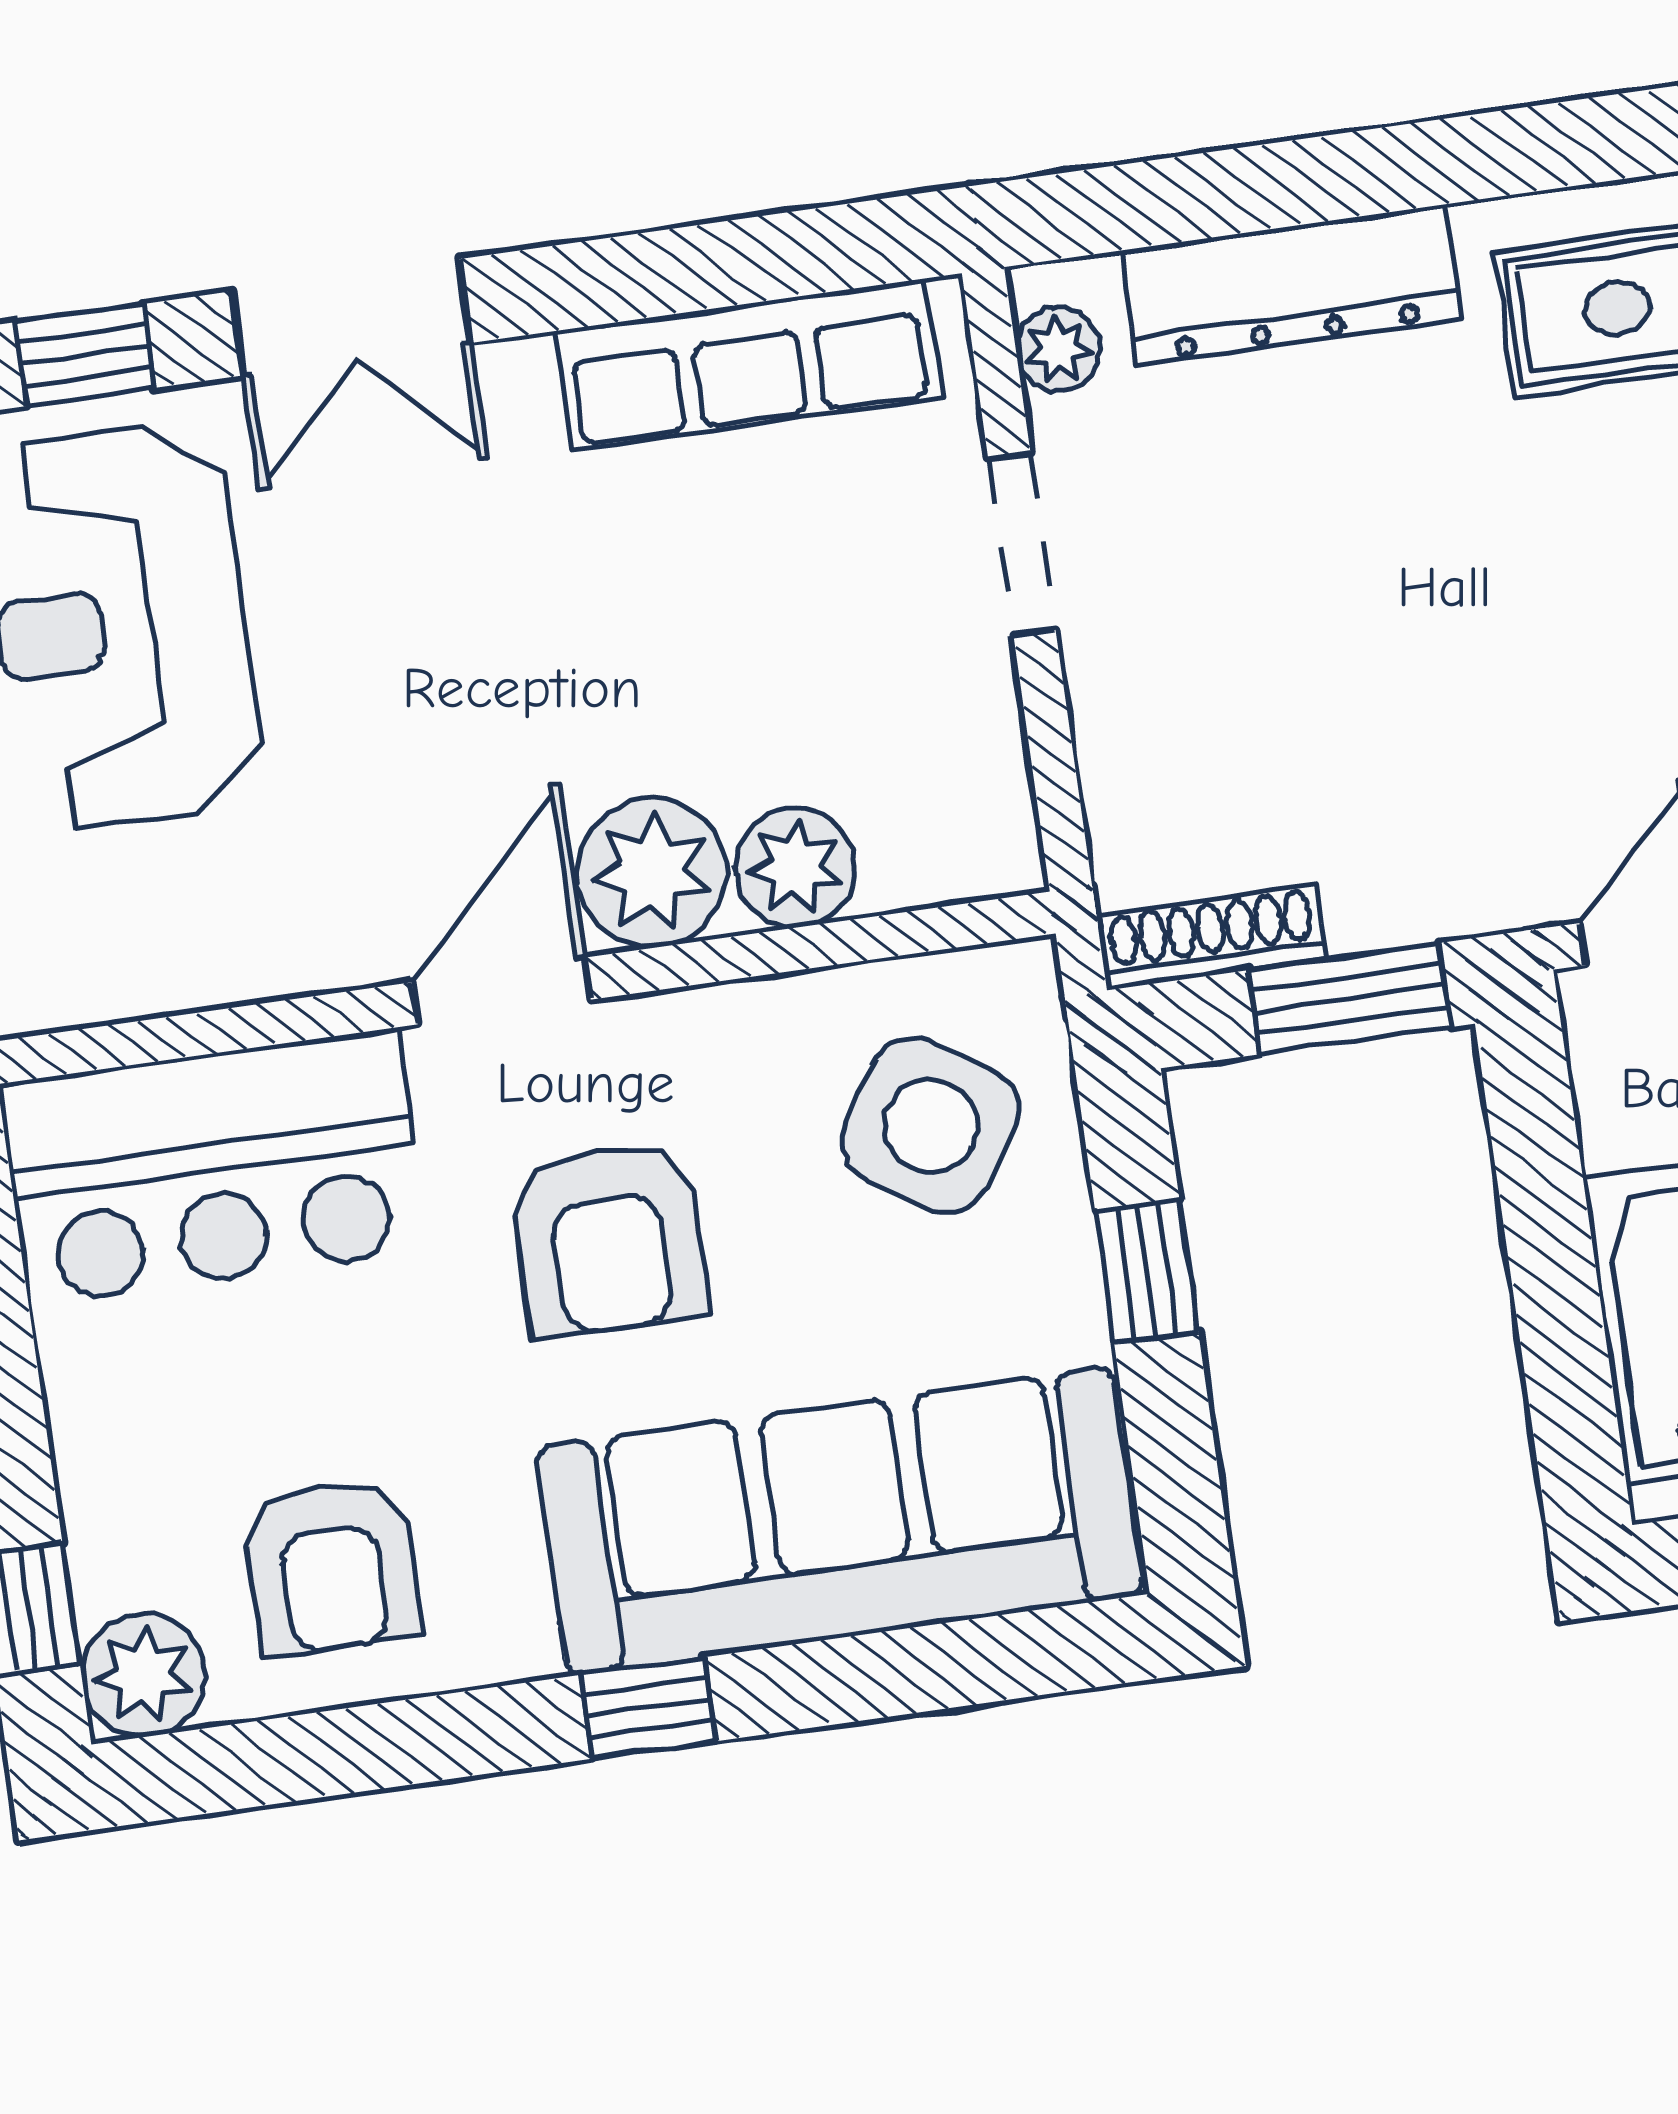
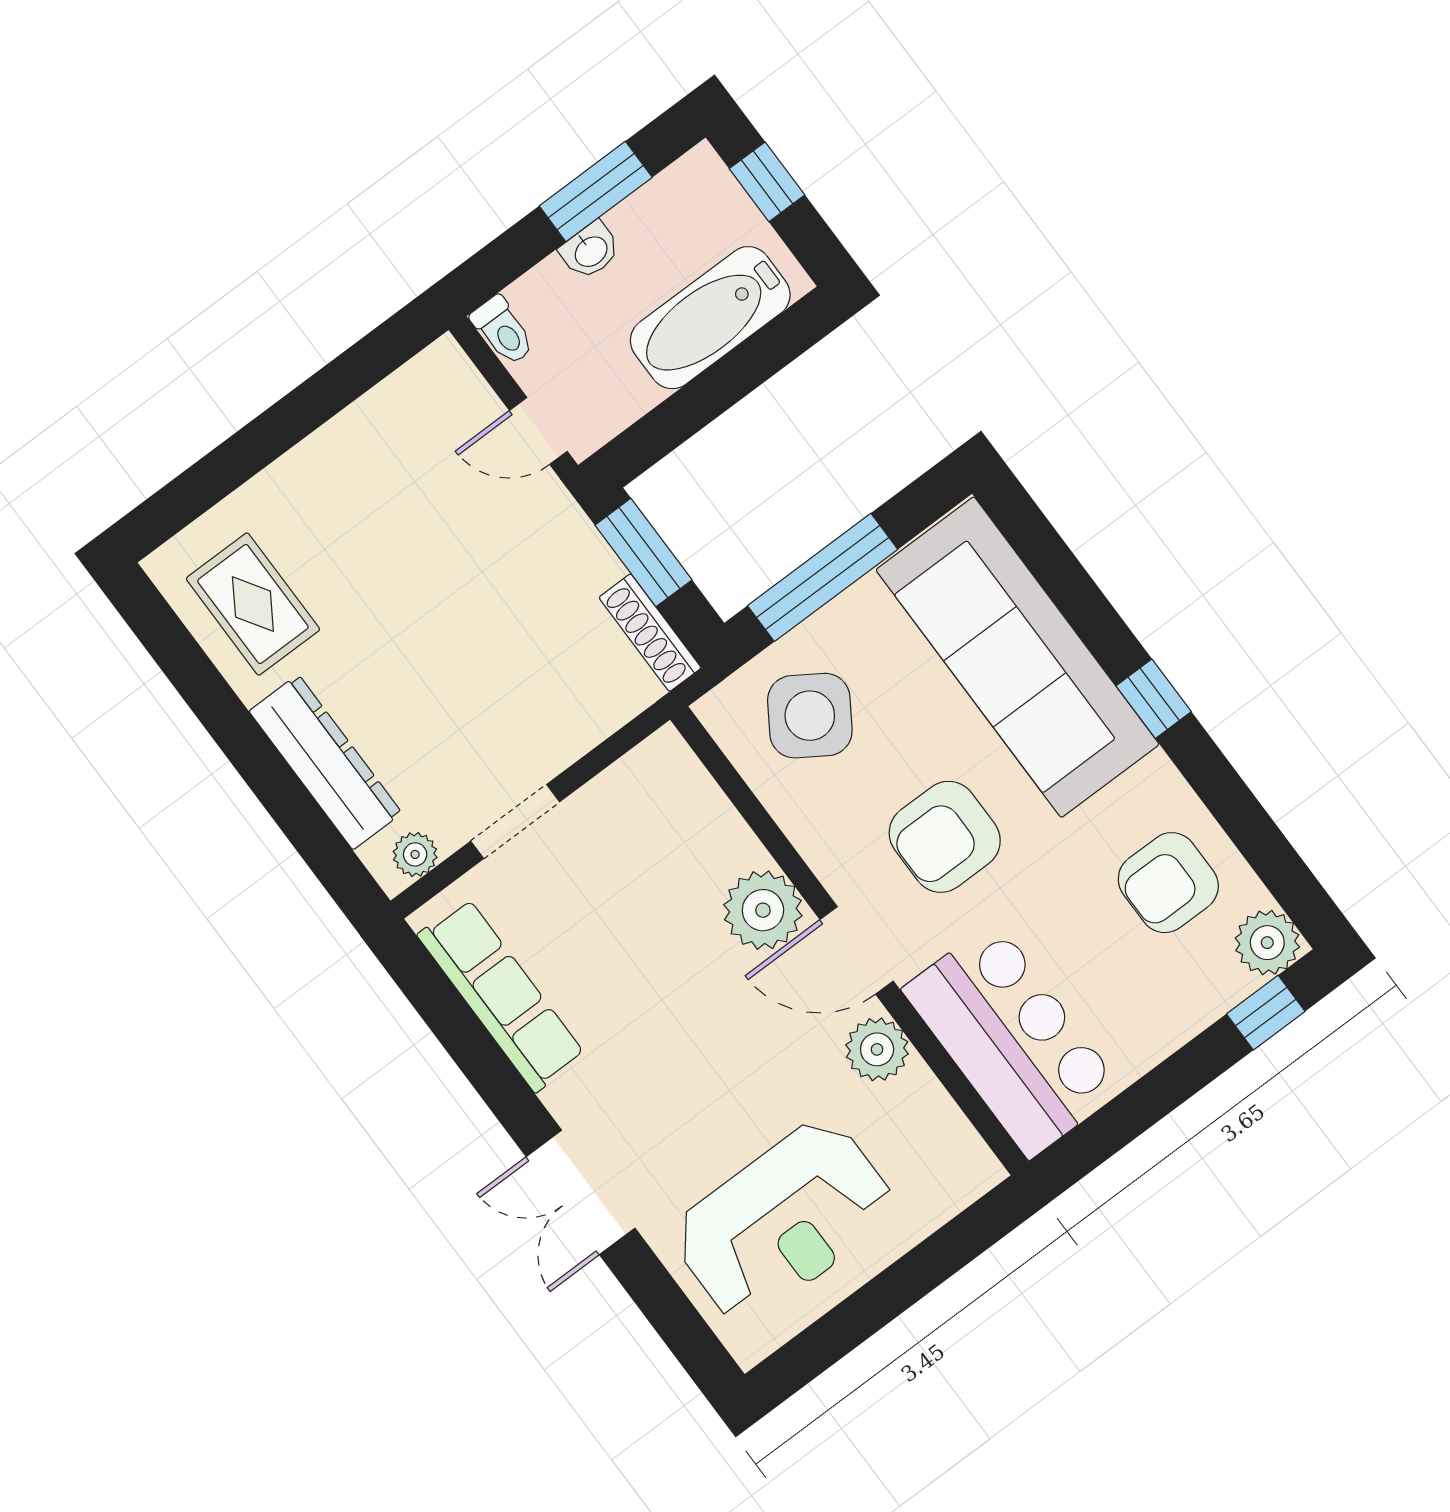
double door: (351, 317) -> (581, 1192), swing flipped
window: (85, 355) -> (666, 1307), removed
plant: (795, 867) -> (877, 1049), moved
armchair: (609, 1239) -> (945, 837), turned 180
window: (1147, 1272) -> (823, 577), width x2.17
armchair: (331, 1566) -> (1168, 883), turned 180

